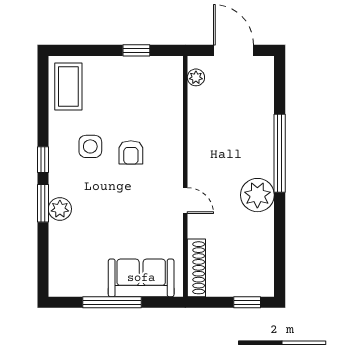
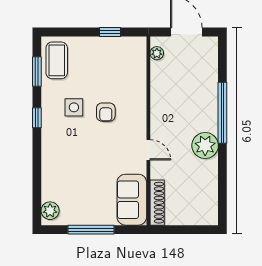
window: (43, 203) -> (37, 71), moved
plant: (60, 209) -> (50, 211), moved
sofa: (141, 278) -> (132, 200), moved, turned -90
window: (247, 302) -> (197, 230), removed

